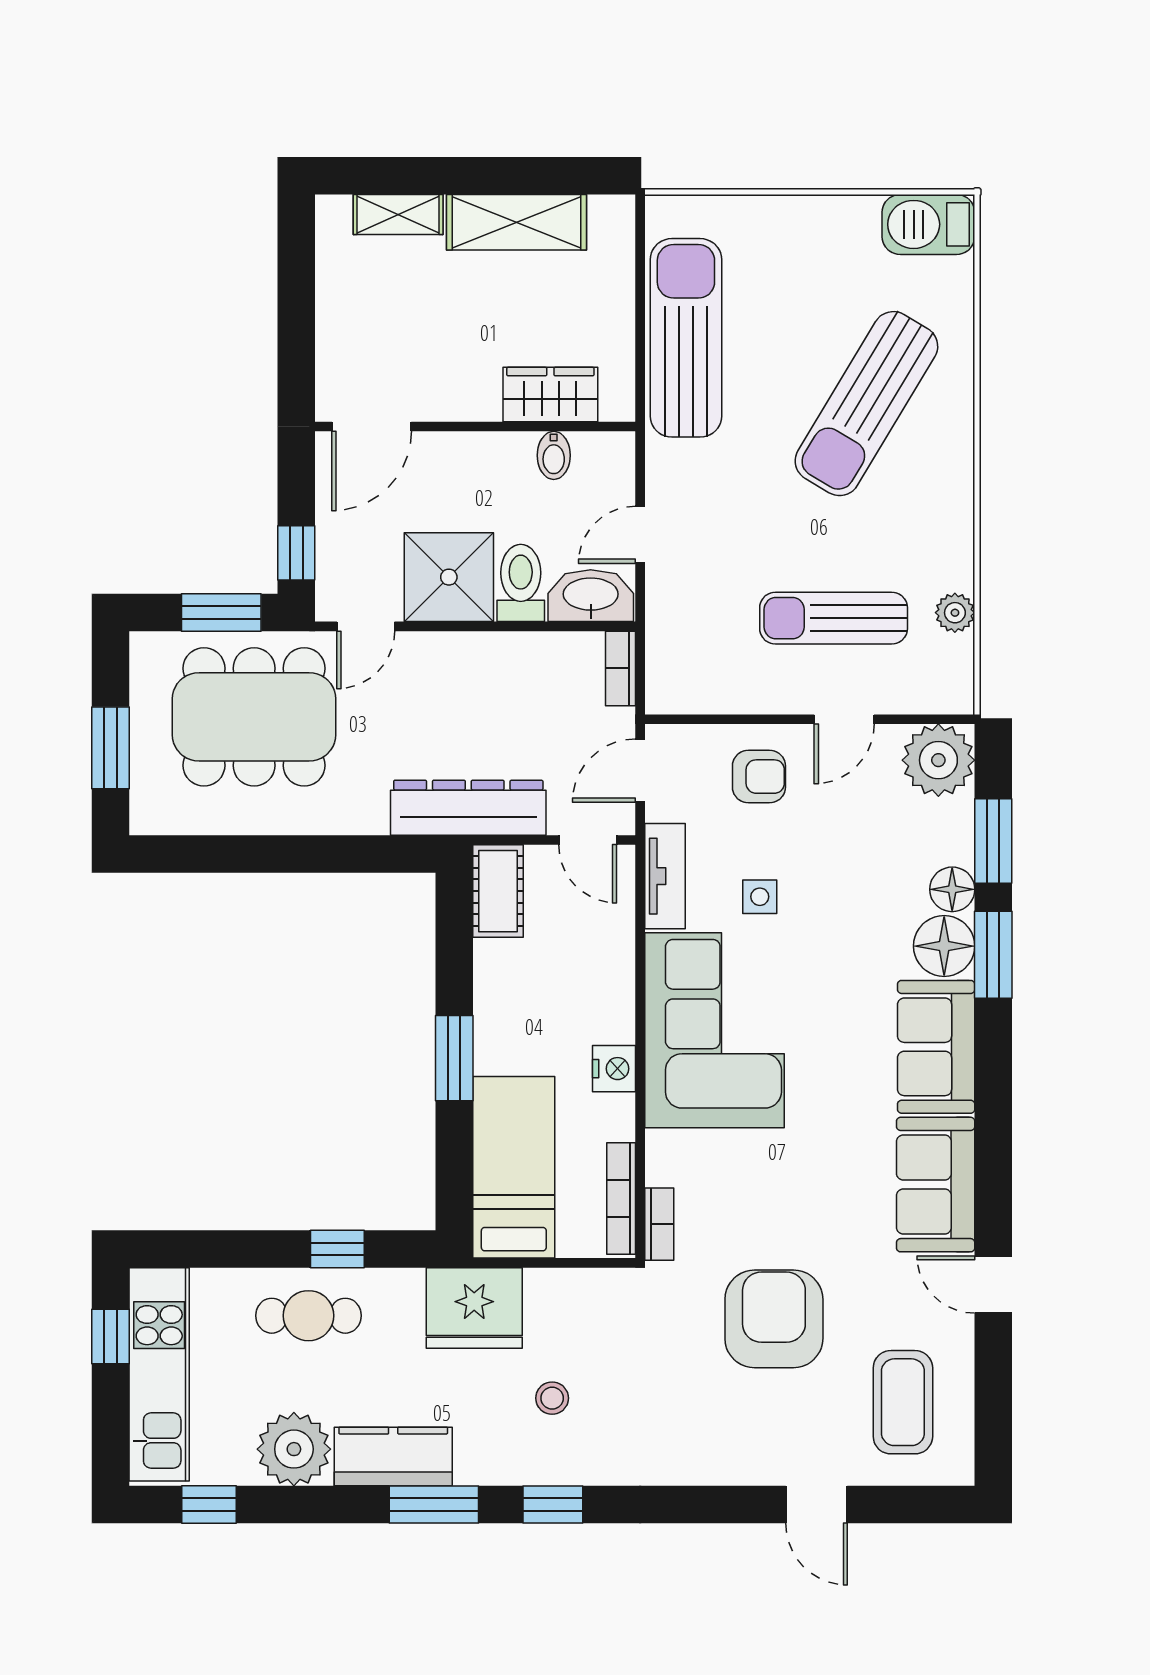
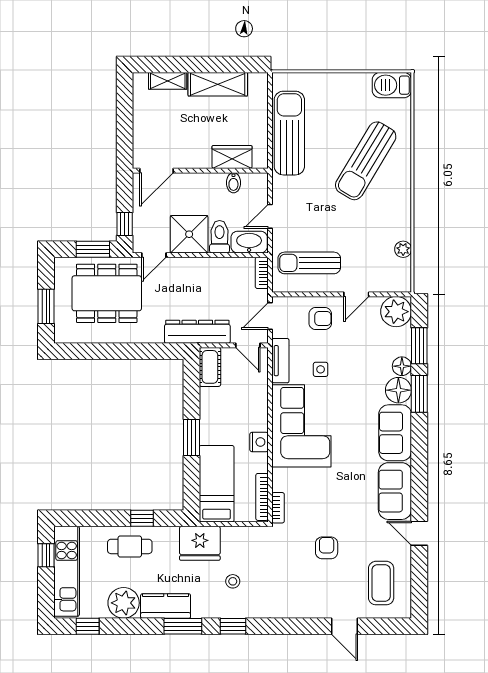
sun lounger: (834, 618) -> (309, 263), moved
armchair: (774, 1319) -> (327, 548), width x0.53, depth x0.53

